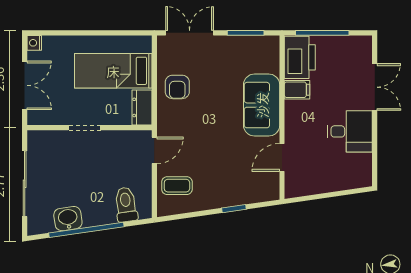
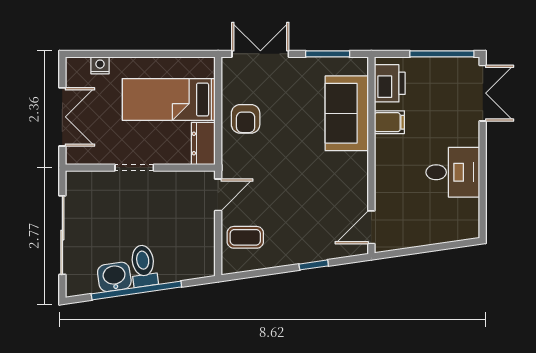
window: (322, 33) -> (442, 54), moved
nightstand: (34, 43) -> (100, 65), moved, turned 90
printer: (300, 57) -> (390, 83), width x0.73, depth x0.84
double door: (375, 87) -> (483, 93), moved
sofa: (262, 105) -> (347, 113), moved
door: (282, 157) -> (371, 227), moved
toilet: (126, 204) -> (144, 266), moved

